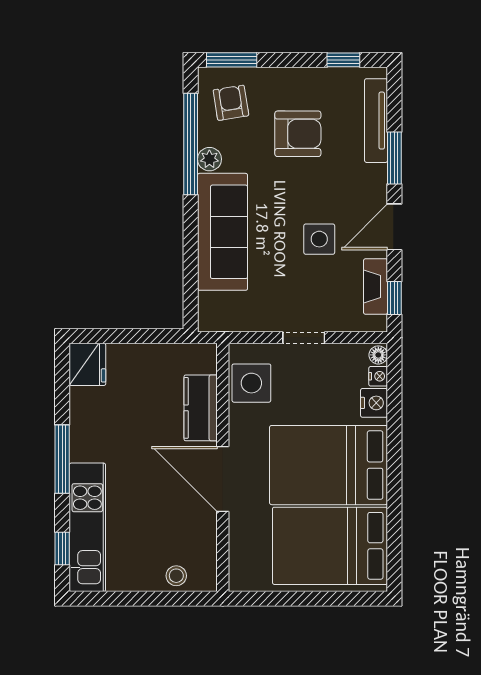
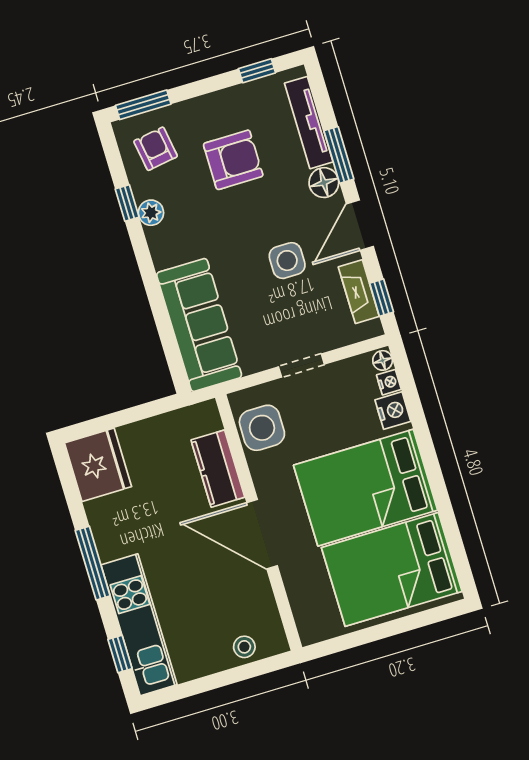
window: (191, 144) -> (127, 203), width x0.32
floor lamp: (373, 179) -> (324, 183), added
sofa: (223, 232) -> (199, 325), moved
fridge: (87, 364) -> (98, 465), width x1.36, depth x1.34

